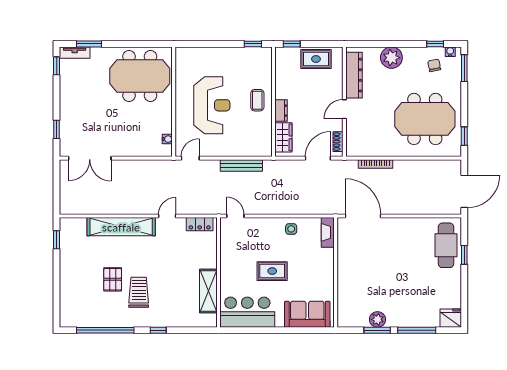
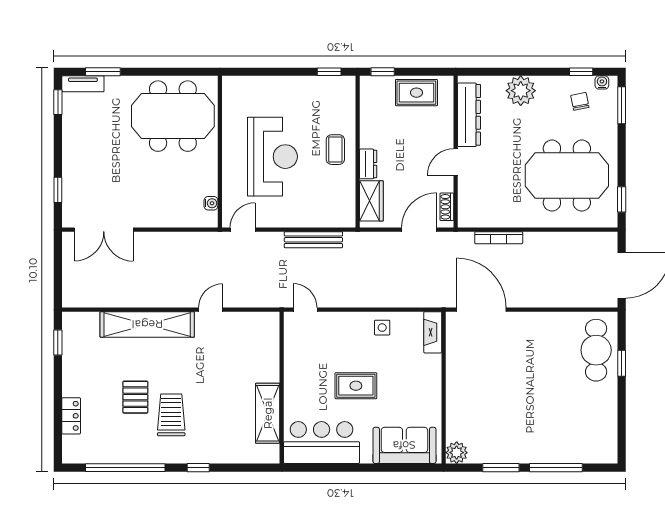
locker: (200, 224) -> (71, 416), moved, turned -90
fridge: (451, 318) -> (603, 451), removed
plant: (378, 319) -> (457, 453), moved

